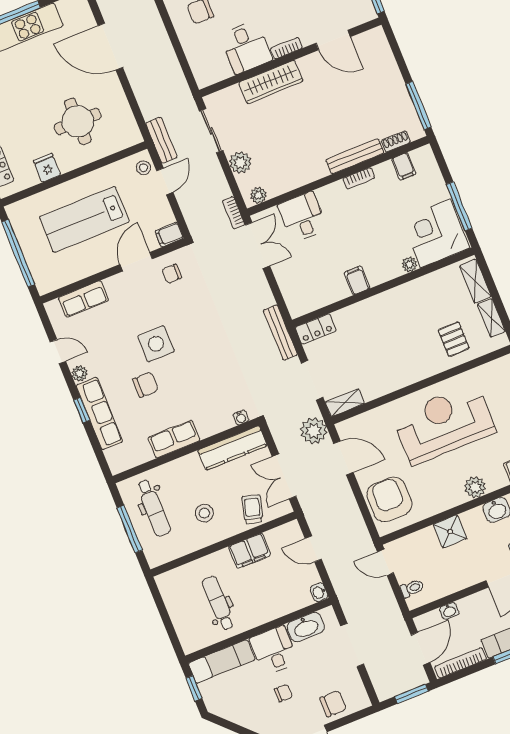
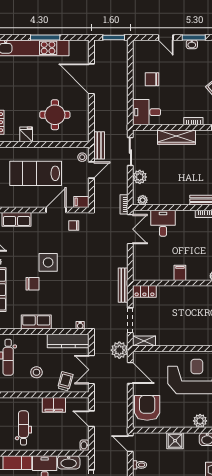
desk: (246, 47) -> (147, 112), moved, turned 90

